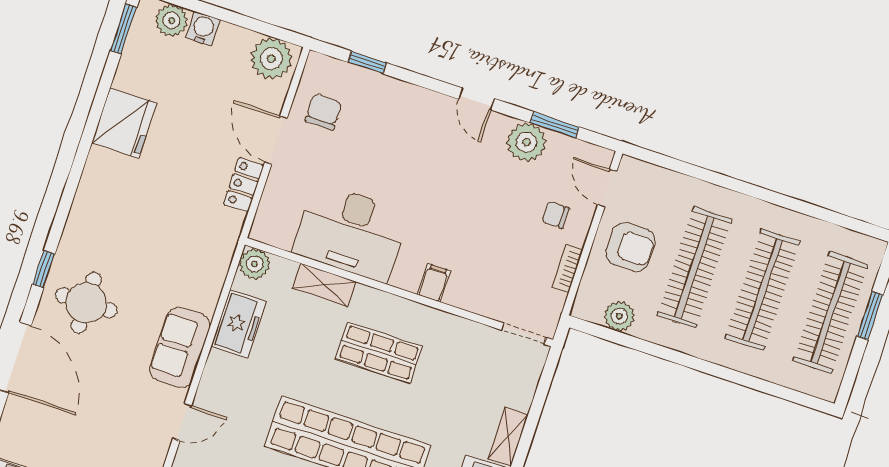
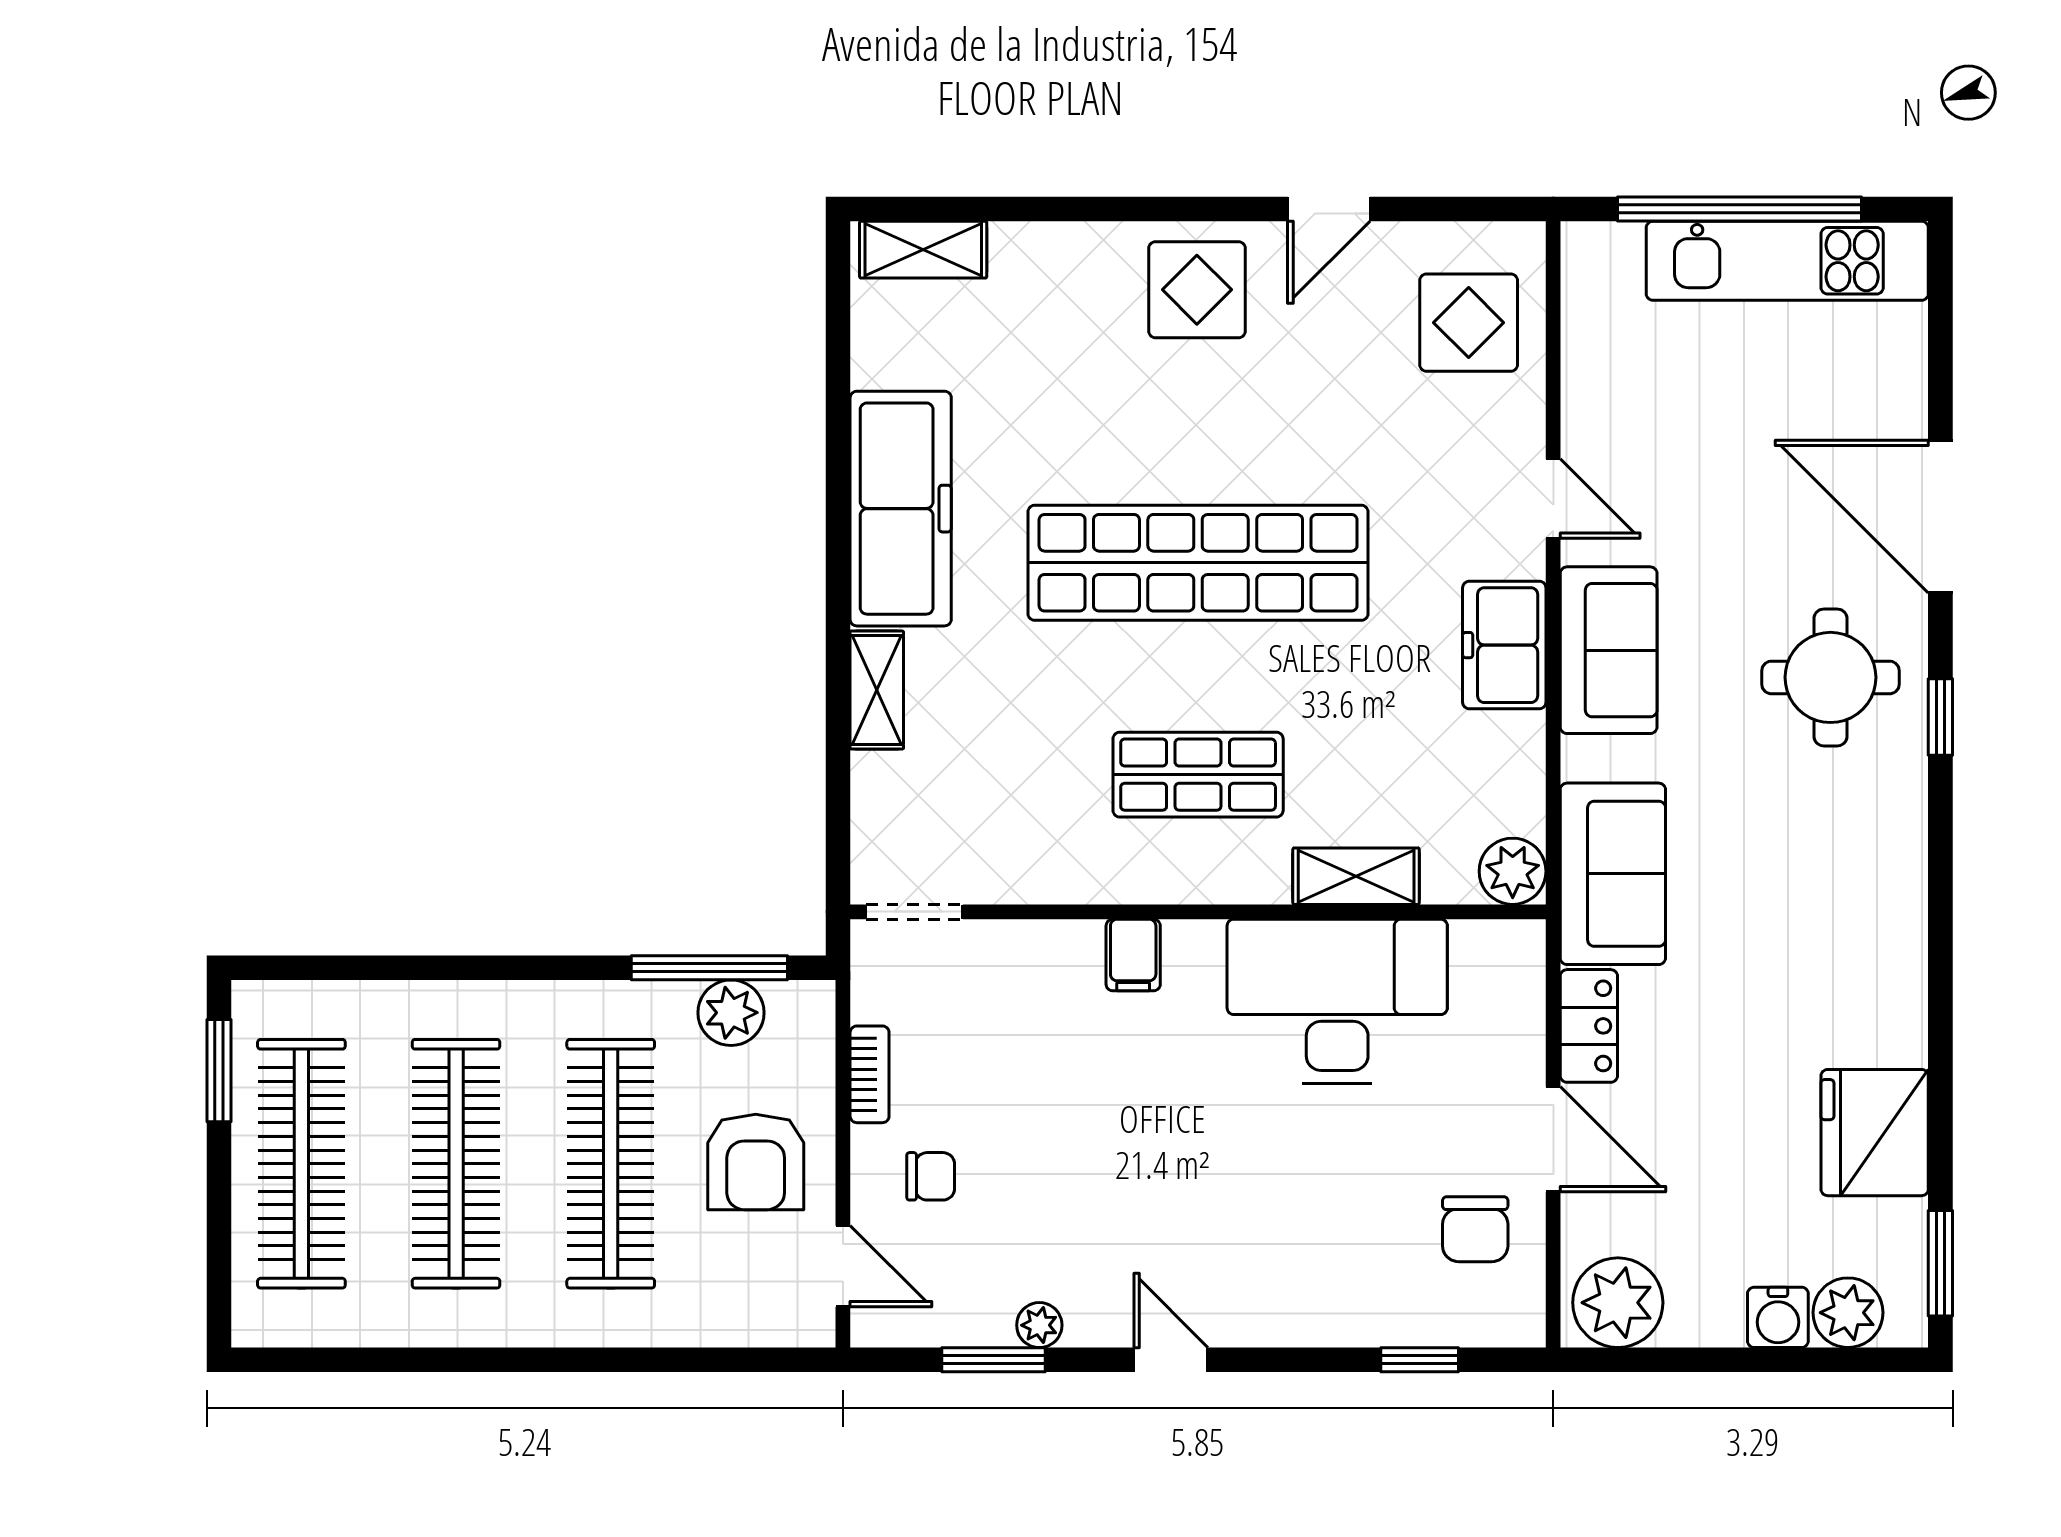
fridge: (124, 123) -> (1875, 1133), moved
plant: (526, 142) -> (1039, 1325), width x0.53, depth x0.53
armchair: (630, 247) -> (756, 1162), turned -90
sofa: (211, 248) -> (1613, 874), added
window: (870, 316) -> (219, 1071), moved
freezer: (239, 324) -> (1504, 645), moved
window: (622, 339) -> (709, 968), added
door: (182, 422) -> (1553, 499), swing flipped

